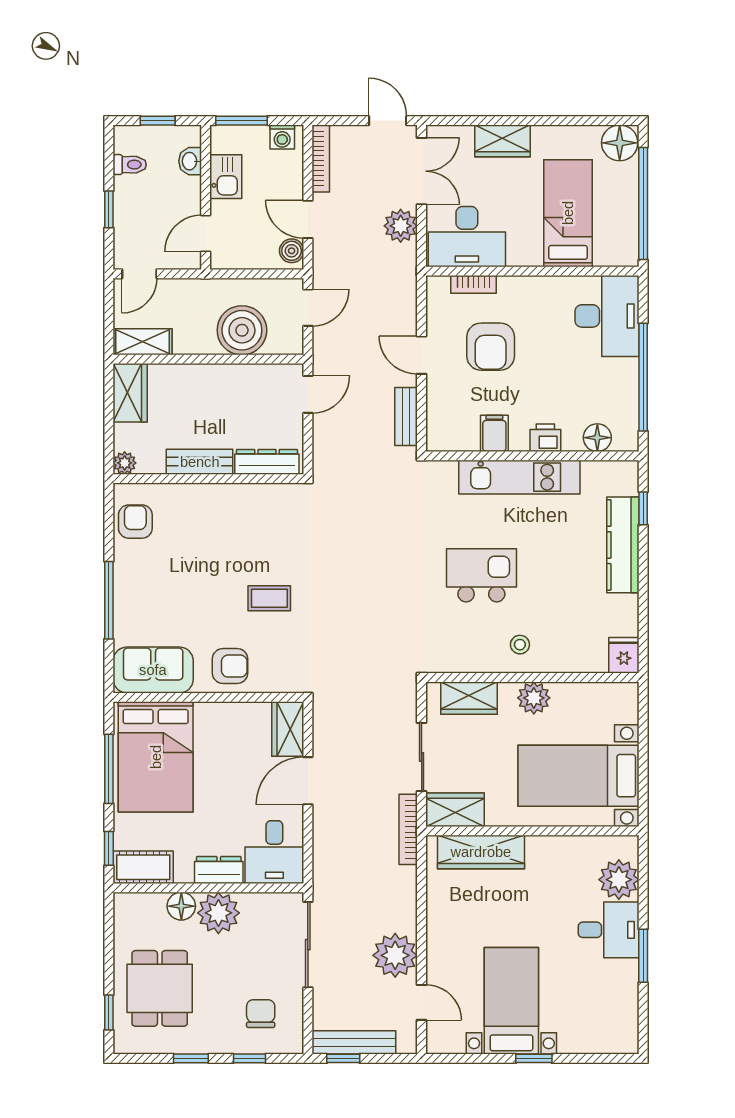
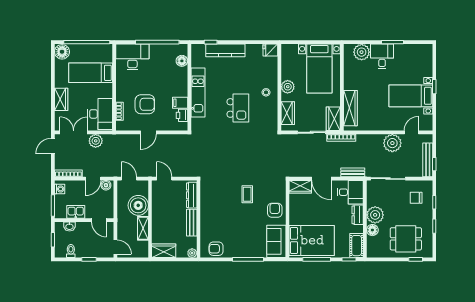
shelving: (142, 342) -> (143, 228), moved
bench: (406, 417) -> (353, 172), moved
printer: (545, 438) -> (182, 115), moved
kitchen island: (481, 575) -> (238, 108), turned 180

